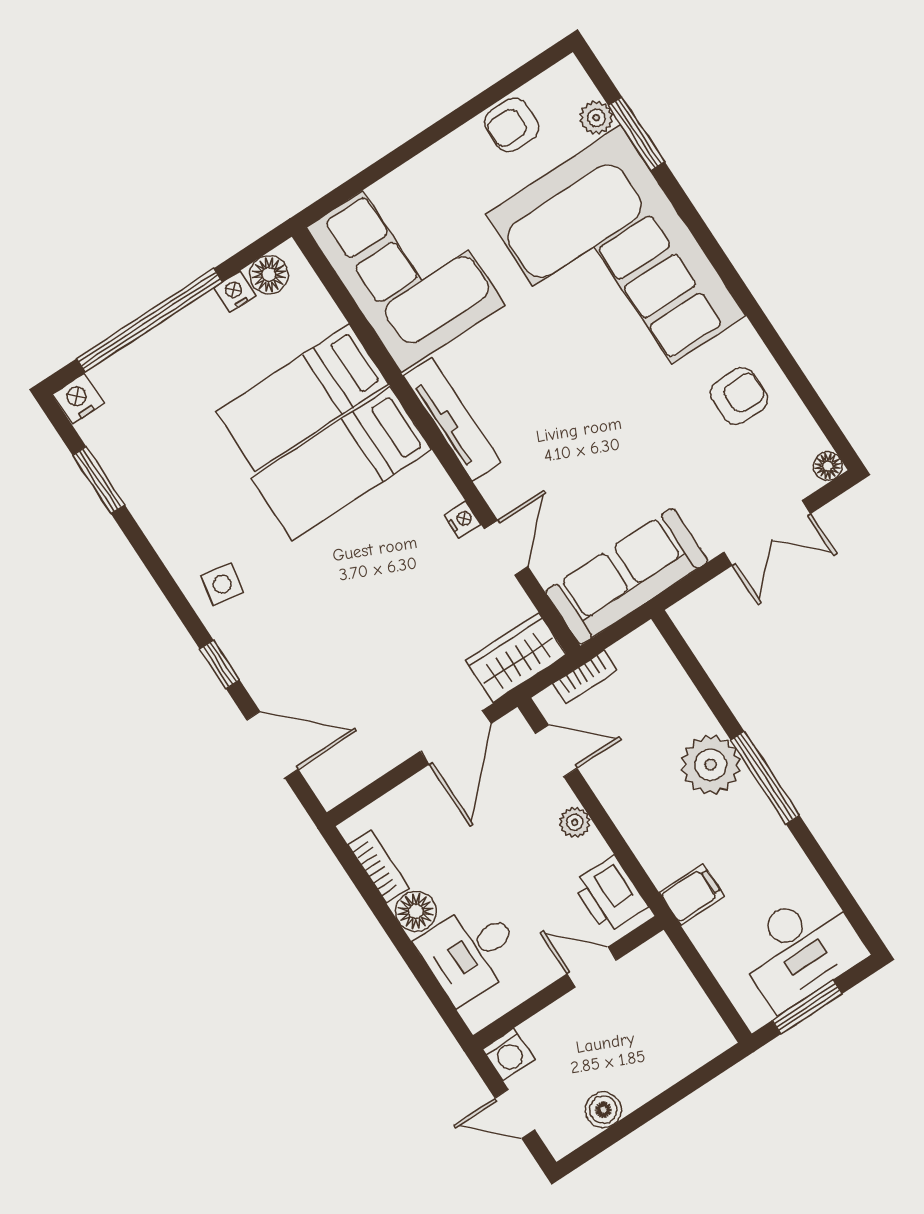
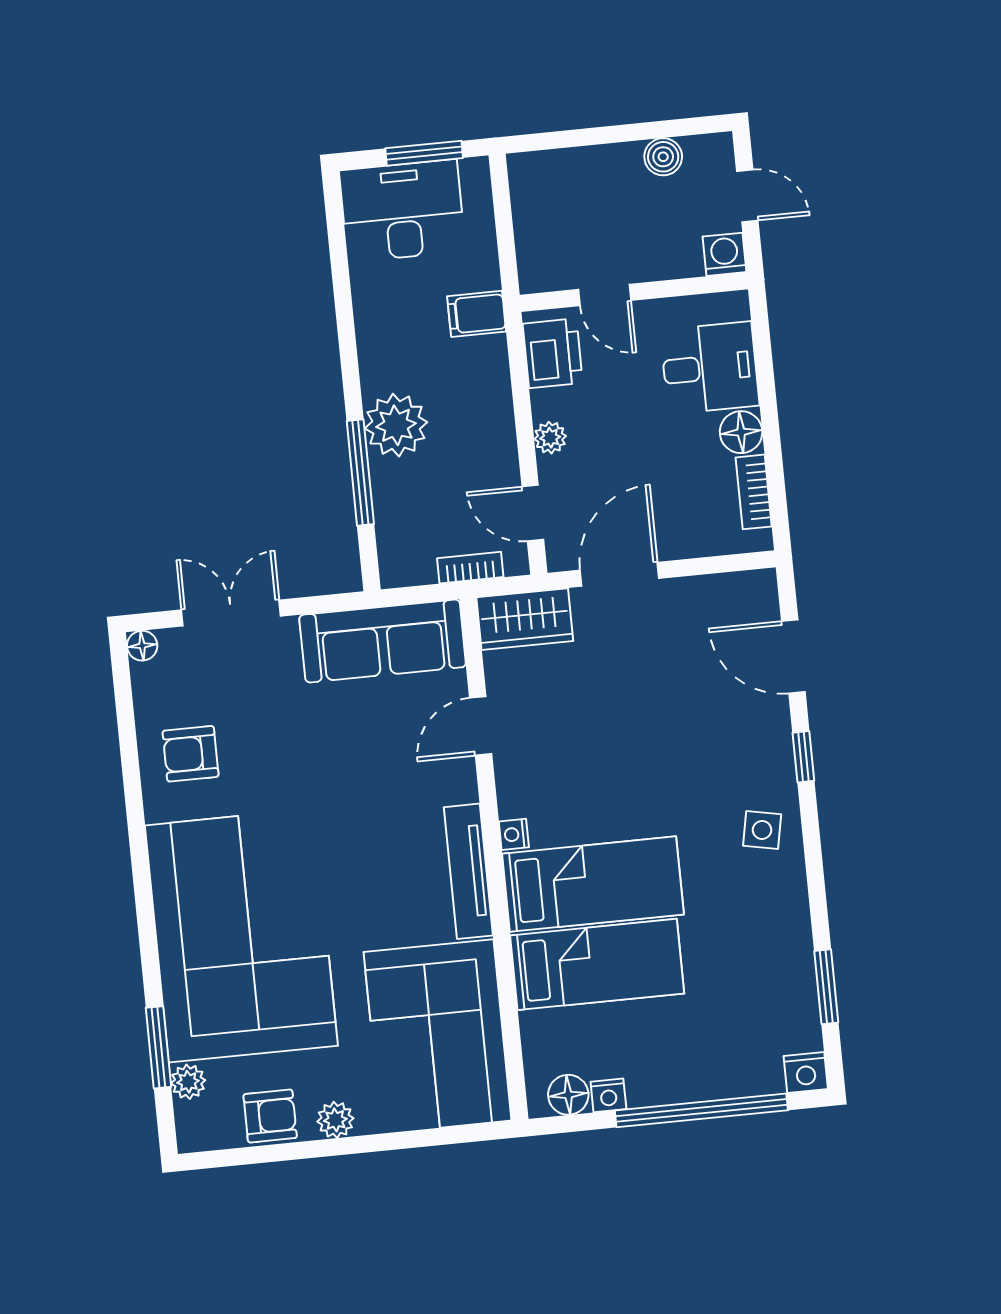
plant: (455, 150) -> (335, 1120), added
nightstand: (462, 520) -> (514, 834), moved
window: (765, 778) -> (360, 473), moved

